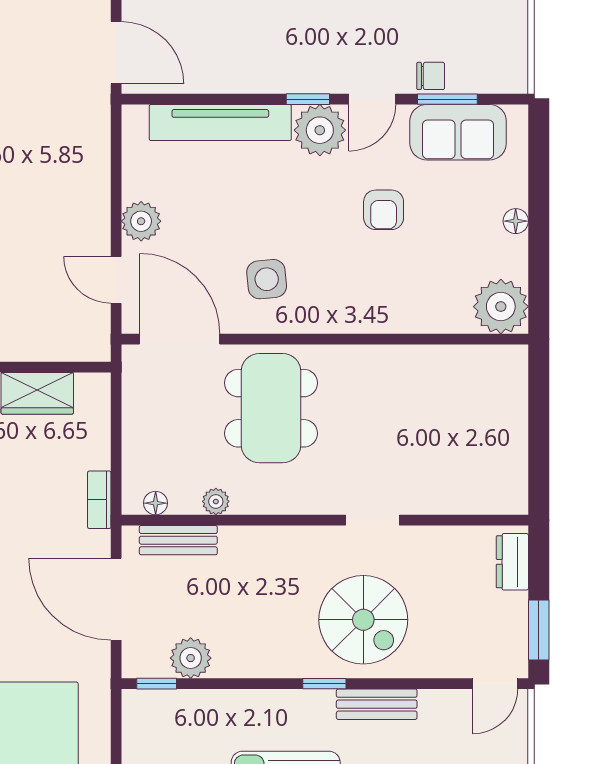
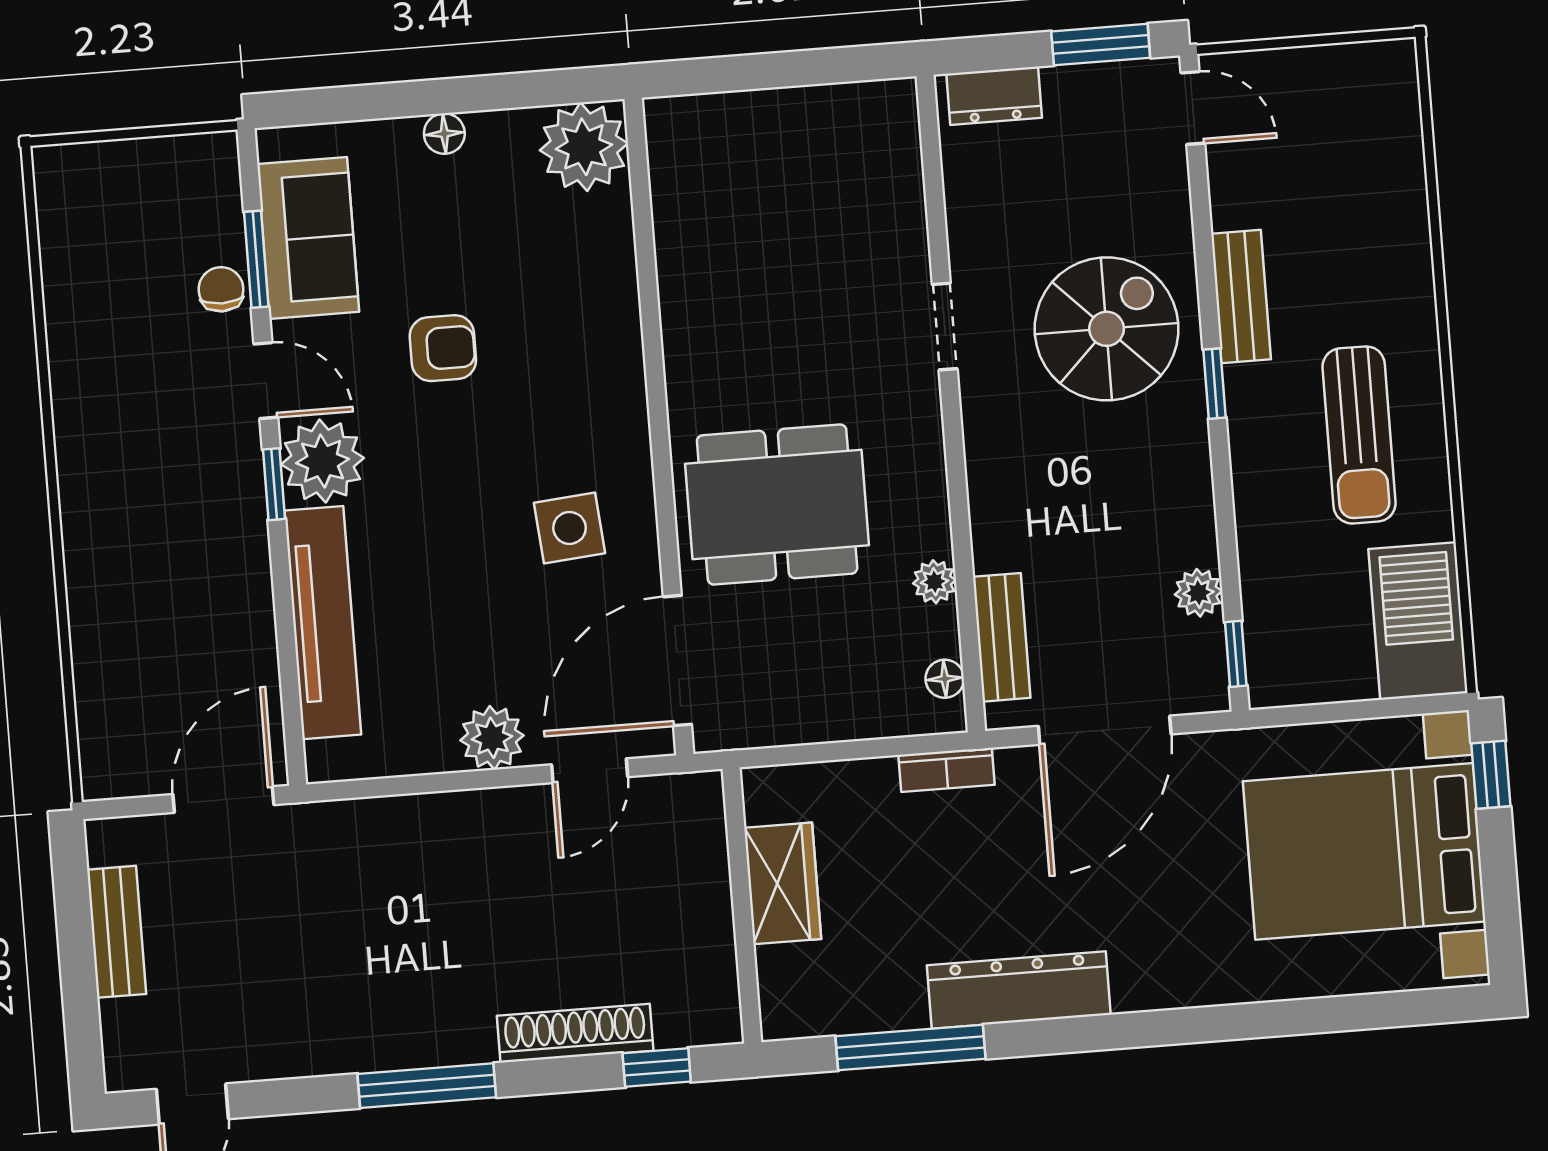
plant: (191, 658) -> (1198, 593), width x0.73, depth x0.73

